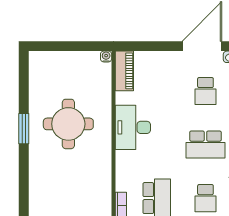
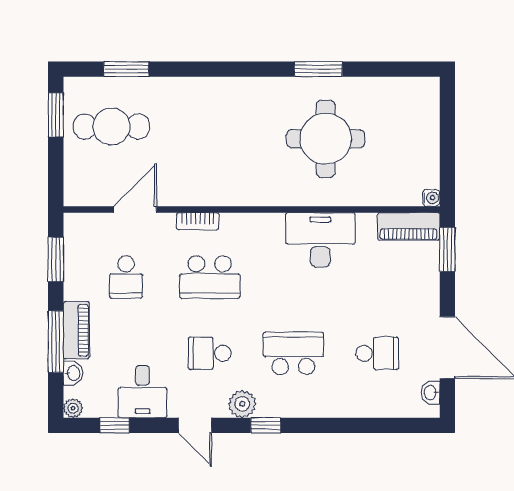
window: (139, 46) -> (447, 249), added
school desk: (205, 91) -> (377, 353), turned 180
school desk: (205, 145) -> (293, 353), turned 90

